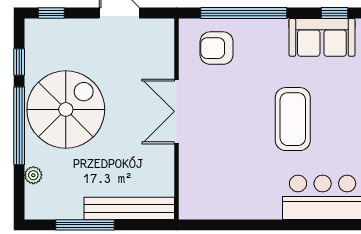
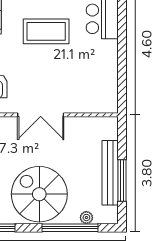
window: (19, 126) -> (70, 228), moved
bench: (129, 208) -> (110, 173), moved

